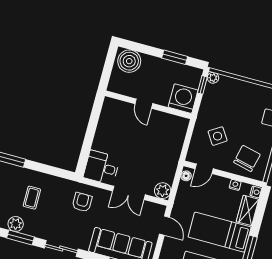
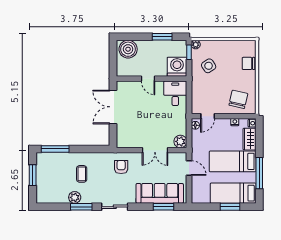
double door: (92, 127) -> (113, 107), added
side table: (218, 136) -> (209, 66), moved
desk: (102, 168) -> (175, 93), moved, turned 90

